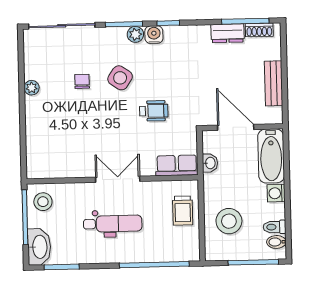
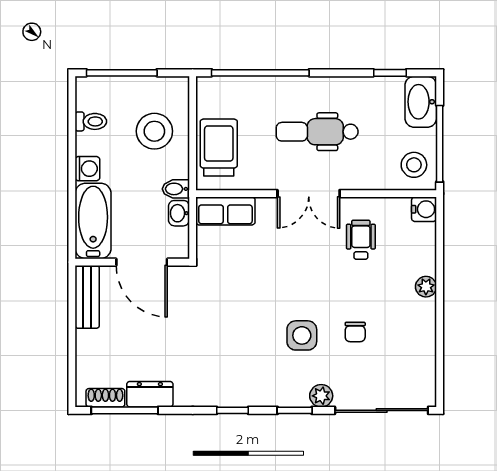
window: (124, 24) -> (295, 410), width x0.67
plant: (135, 34) -> (321, 396), moved
water cooler: (154, 35) -> (424, 209), moved, turned -90
side table: (120, 78) -> (302, 335), turned -34
bench: (274, 83) -> (87, 297), moved
plant: (32, 88) -> (426, 287), moved
wheelchair: (154, 111) -> (361, 240), moved, turned 90
trolley: (183, 211) -> (219, 148), width x1.36, depth x1.39
bidet: (276, 242) -> (176, 189), moved, turned 180
window: (62, 267) -> (390, 73), width x0.67

